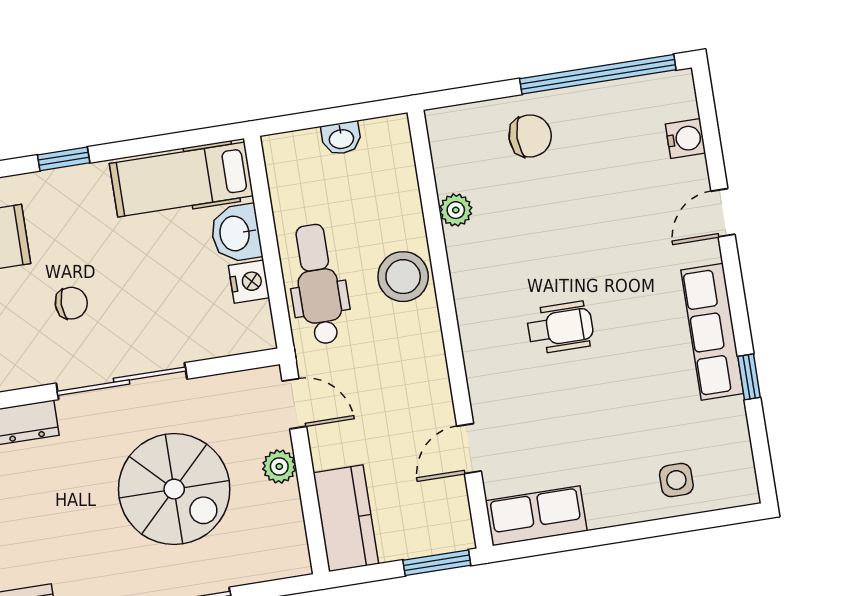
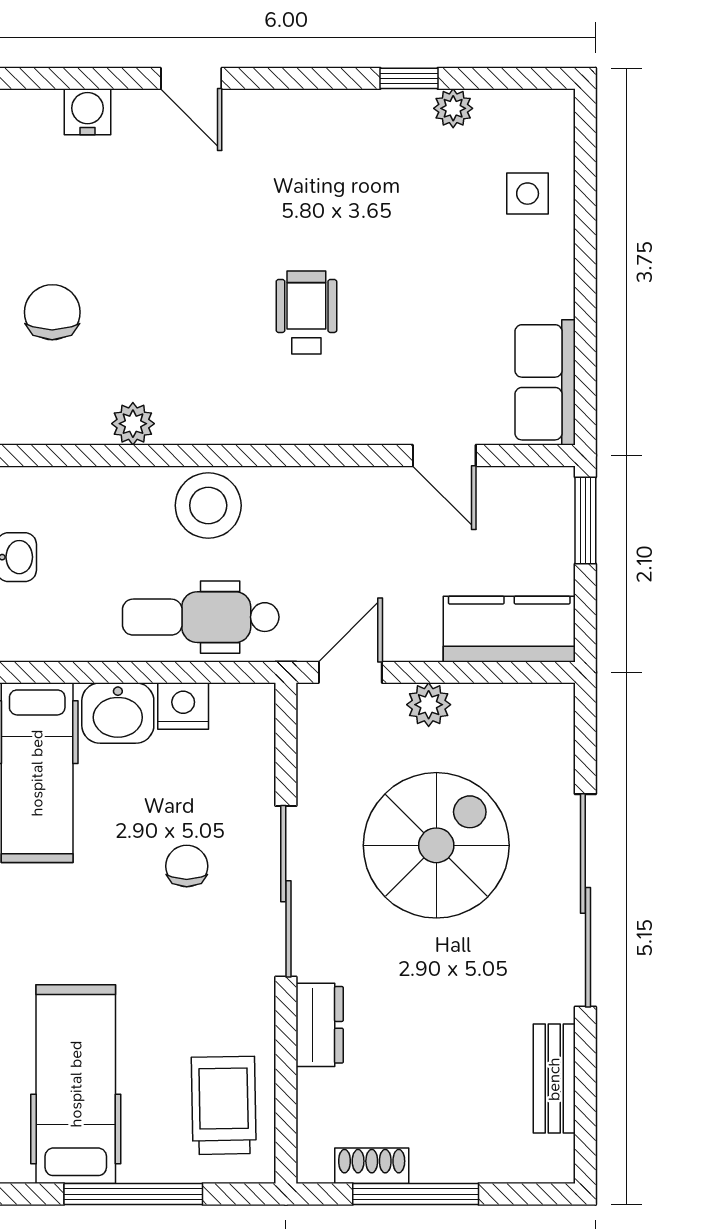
chair: (71, 303) -> (187, 866), moved
row of seats: (712, 332) -> (343, 117), removed
plant: (732, 414) -> (453, 108), added

